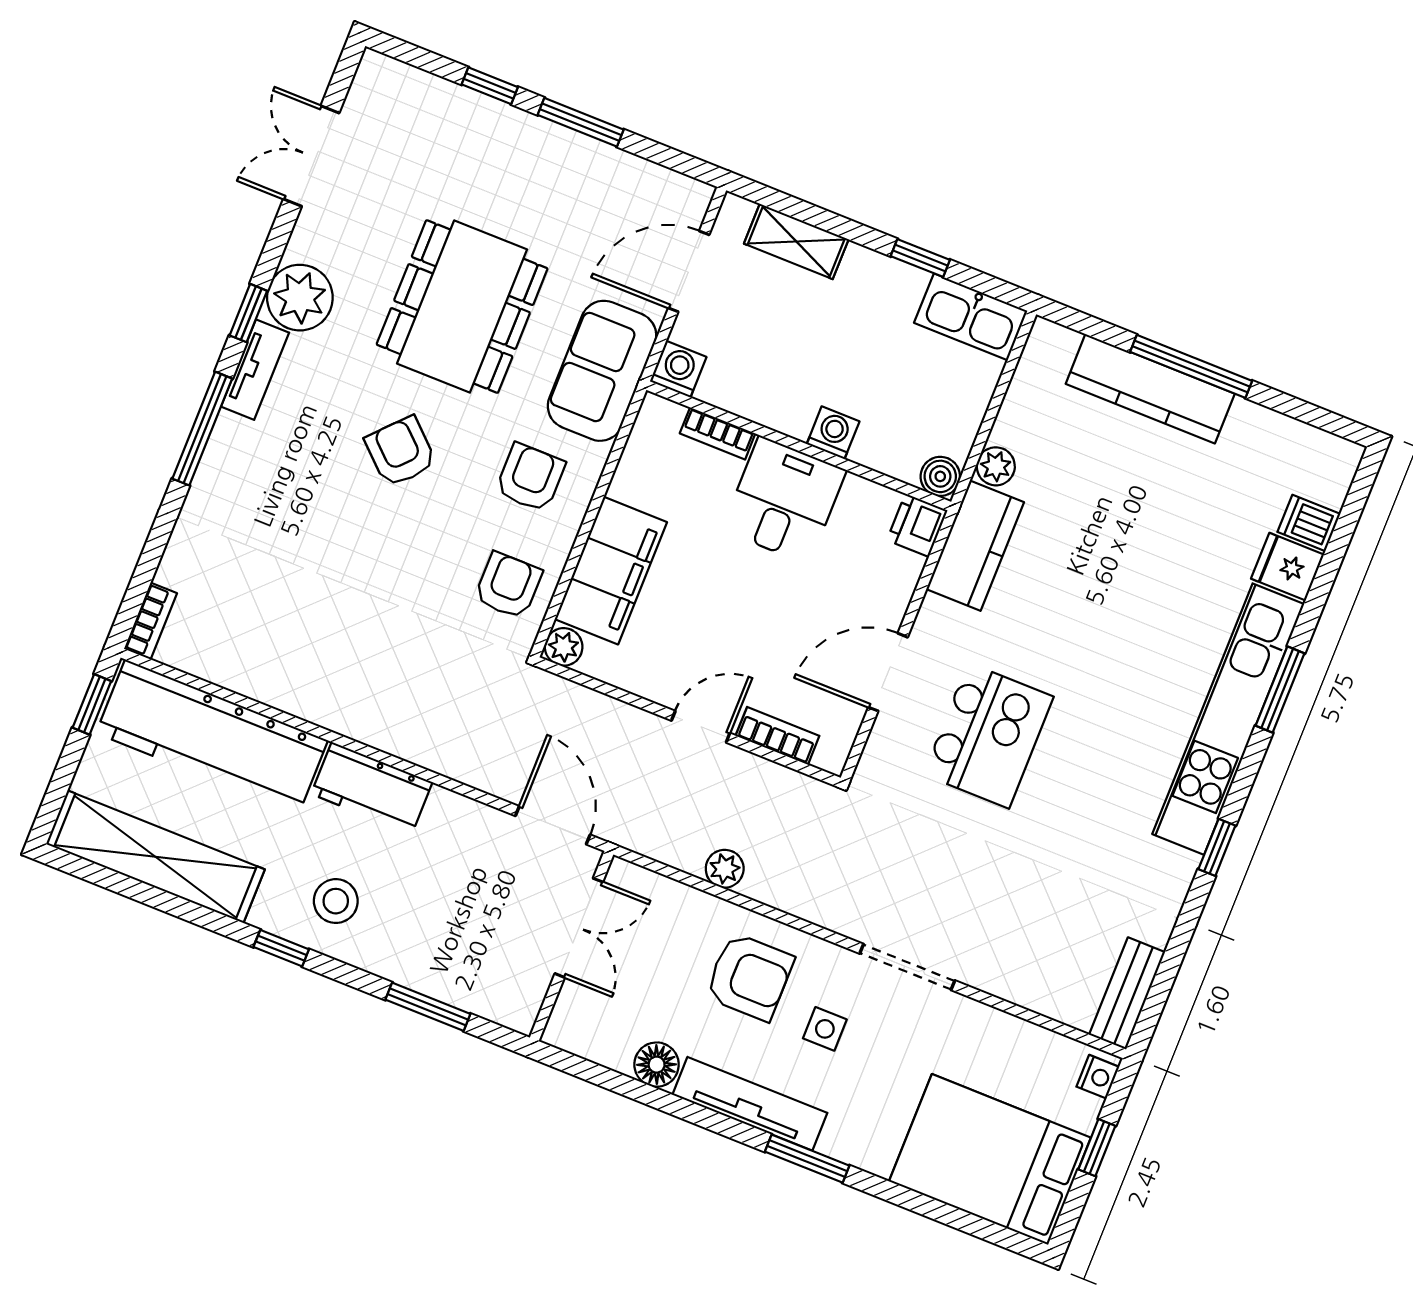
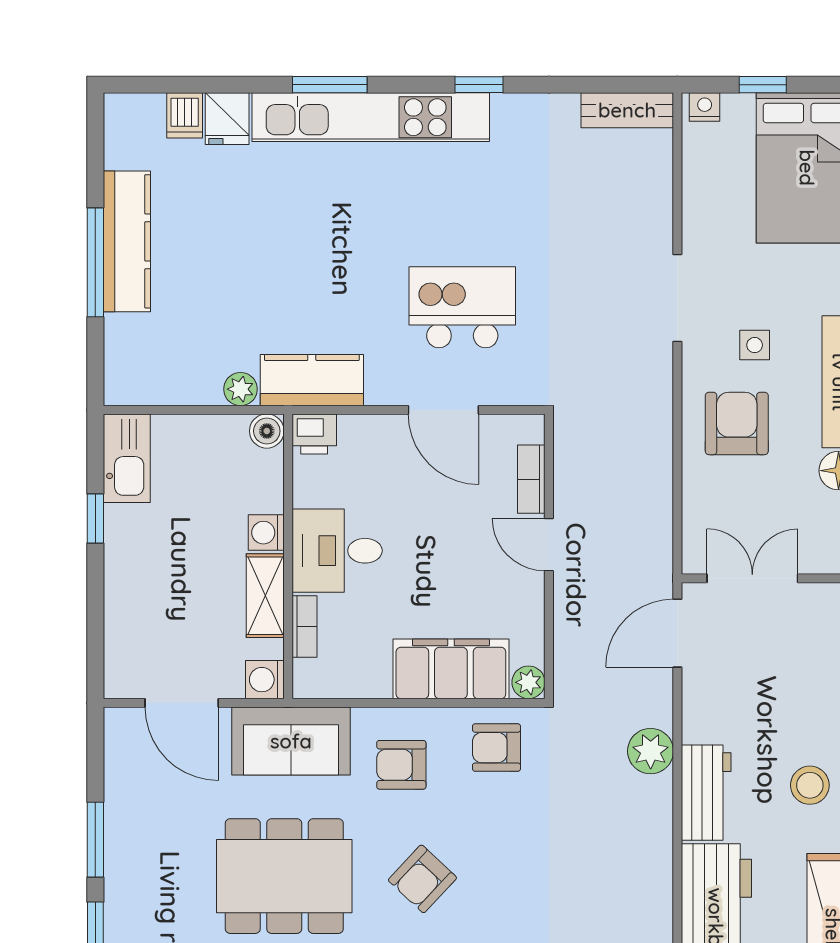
shelving: (796, 241) -> (265, 596), moved
kitchen counter: (1150, 389) -> (127, 241), moved
plant: (725, 869) -> (651, 751), moved, width x1.38, depth x1.38

